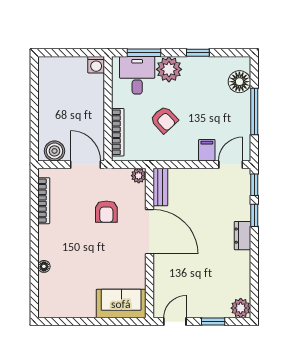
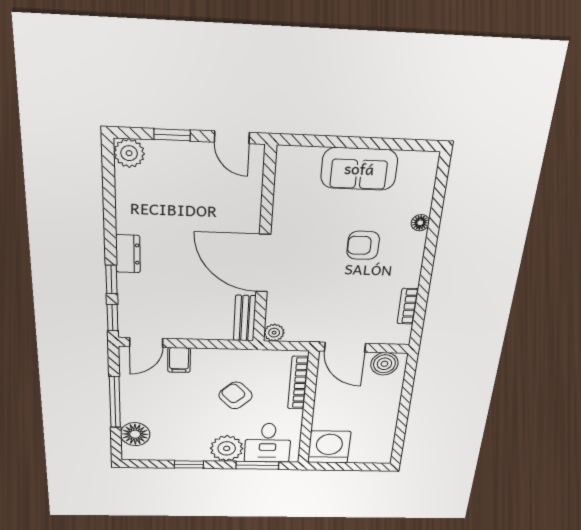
washing machine: (96, 65) -> (329, 447), width x1.89, depth x1.89
bookcase: (44, 201) -> (408, 306), width x0.64
armchair: (106, 212) -> (363, 245), moved, turned -90
sofa: (121, 304) -> (359, 169), moved
door: (175, 322) -> (232, 137), hinge flipped

